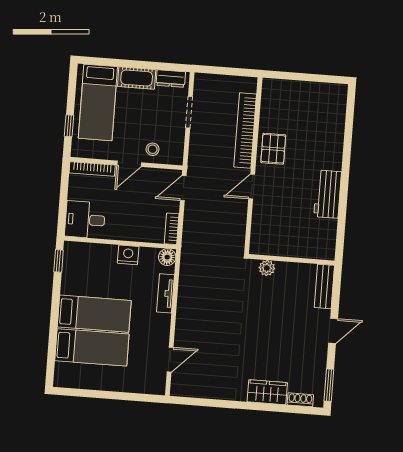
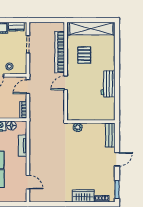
shelving: (305, 93) -> (91, 29), added
pallet: (273, 149) -> (84, 55), moved
floor lamp: (167, 257) -> (11, 125), moved
door: (170, 360) -> (28, 182), hinge flipped

